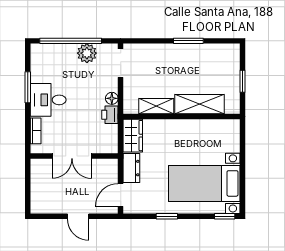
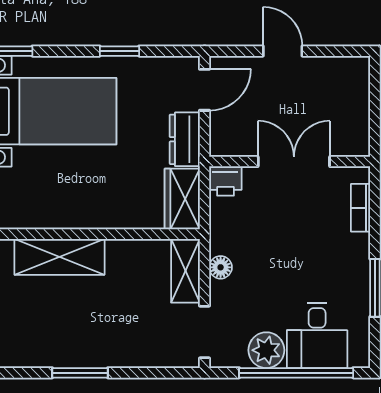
desk: (48, 100) -> (317, 335), moved, turned 90
shelving: (156, 106) -> (185, 271), moved, turned 90
printer: (110, 115) -> (225, 181), moved, turned 90

